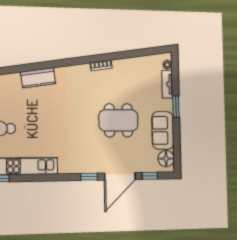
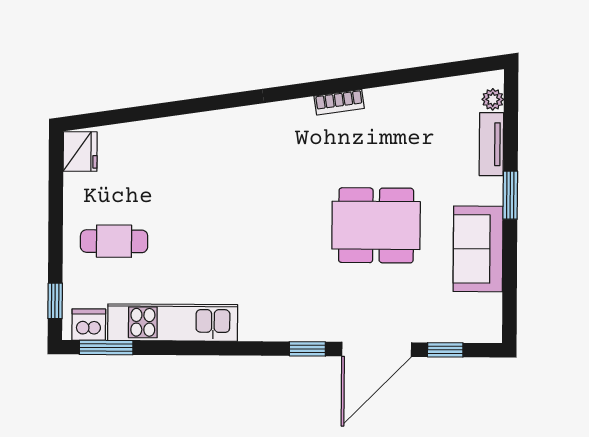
kitchen counter: (38, 78) -> (198, 131), removed
floor lamp: (166, 159) -> (484, 312), removed

